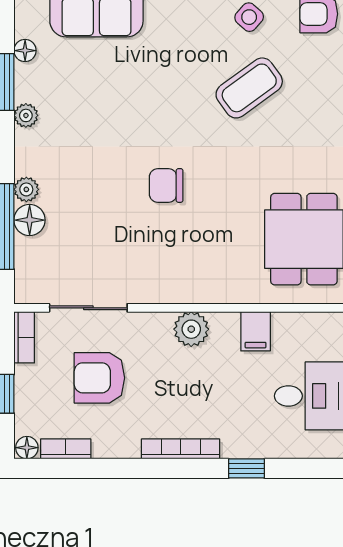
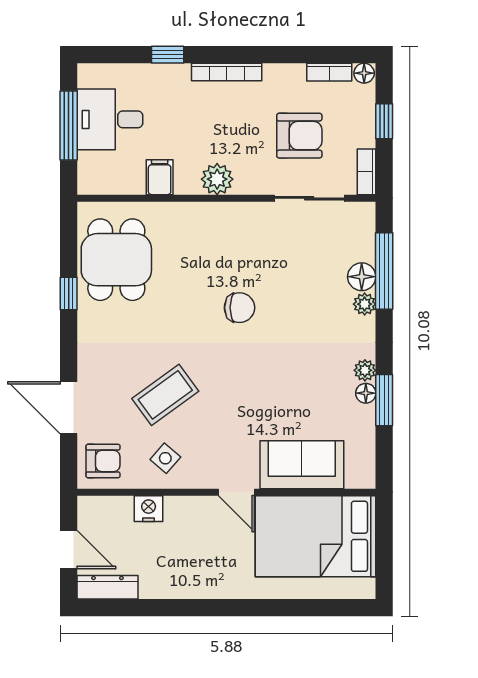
floor lamp: (25, 51) -> (366, 393), moved

